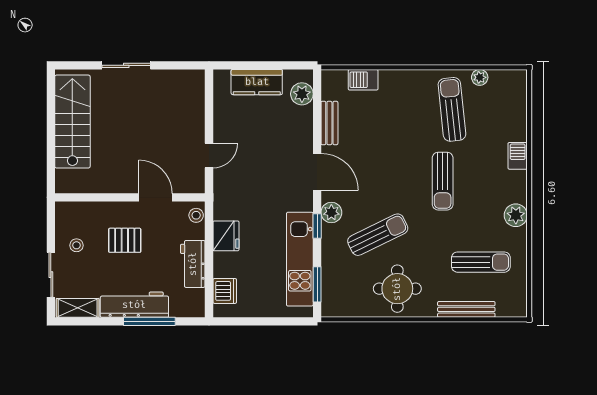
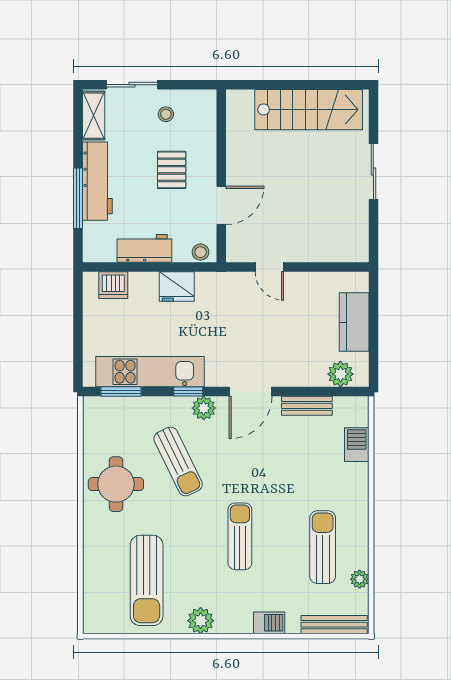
sun lounger: (452, 109) -> (323, 547), turned -84
sun lounger: (443, 181) -> (240, 536), turned 90
sun lounger: (481, 262) -> (147, 580), width x1.36, depth x1.34
bench: (466, 309) -> (334, 625), moved, turned 90

